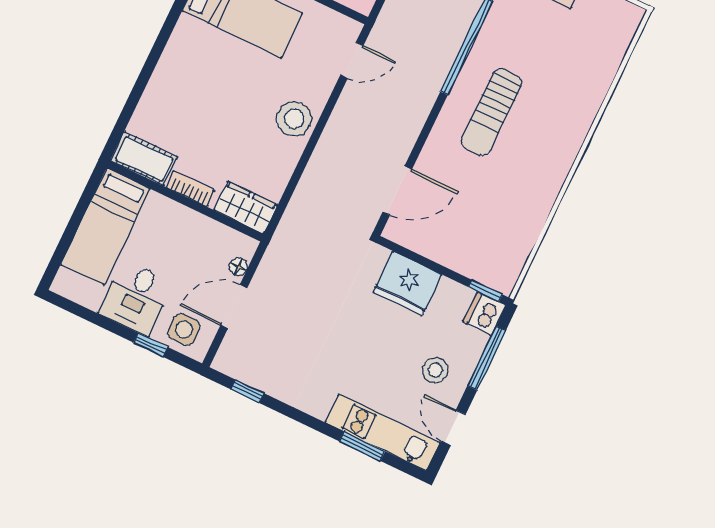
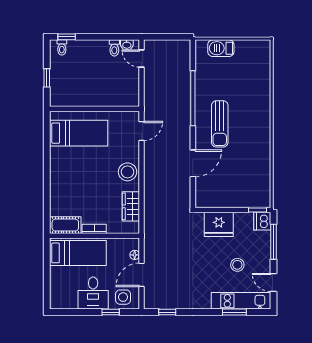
door: (397, 191) -> (193, 163), moved
wardrobe: (246, 208) -> (131, 206), moved, turned -90
bed: (105, 227) -> (78, 253), moved, turned -90
stool: (435, 370) -> (237, 265), moved

